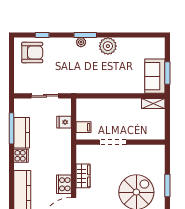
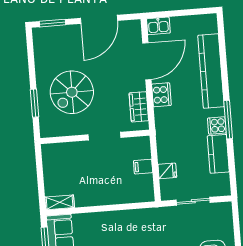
window: (11, 128) -> (228, 120), moved
doorway: (113, 142) -> (104, 136), moved
wall: (120, 142) -> (95, 137), moved

